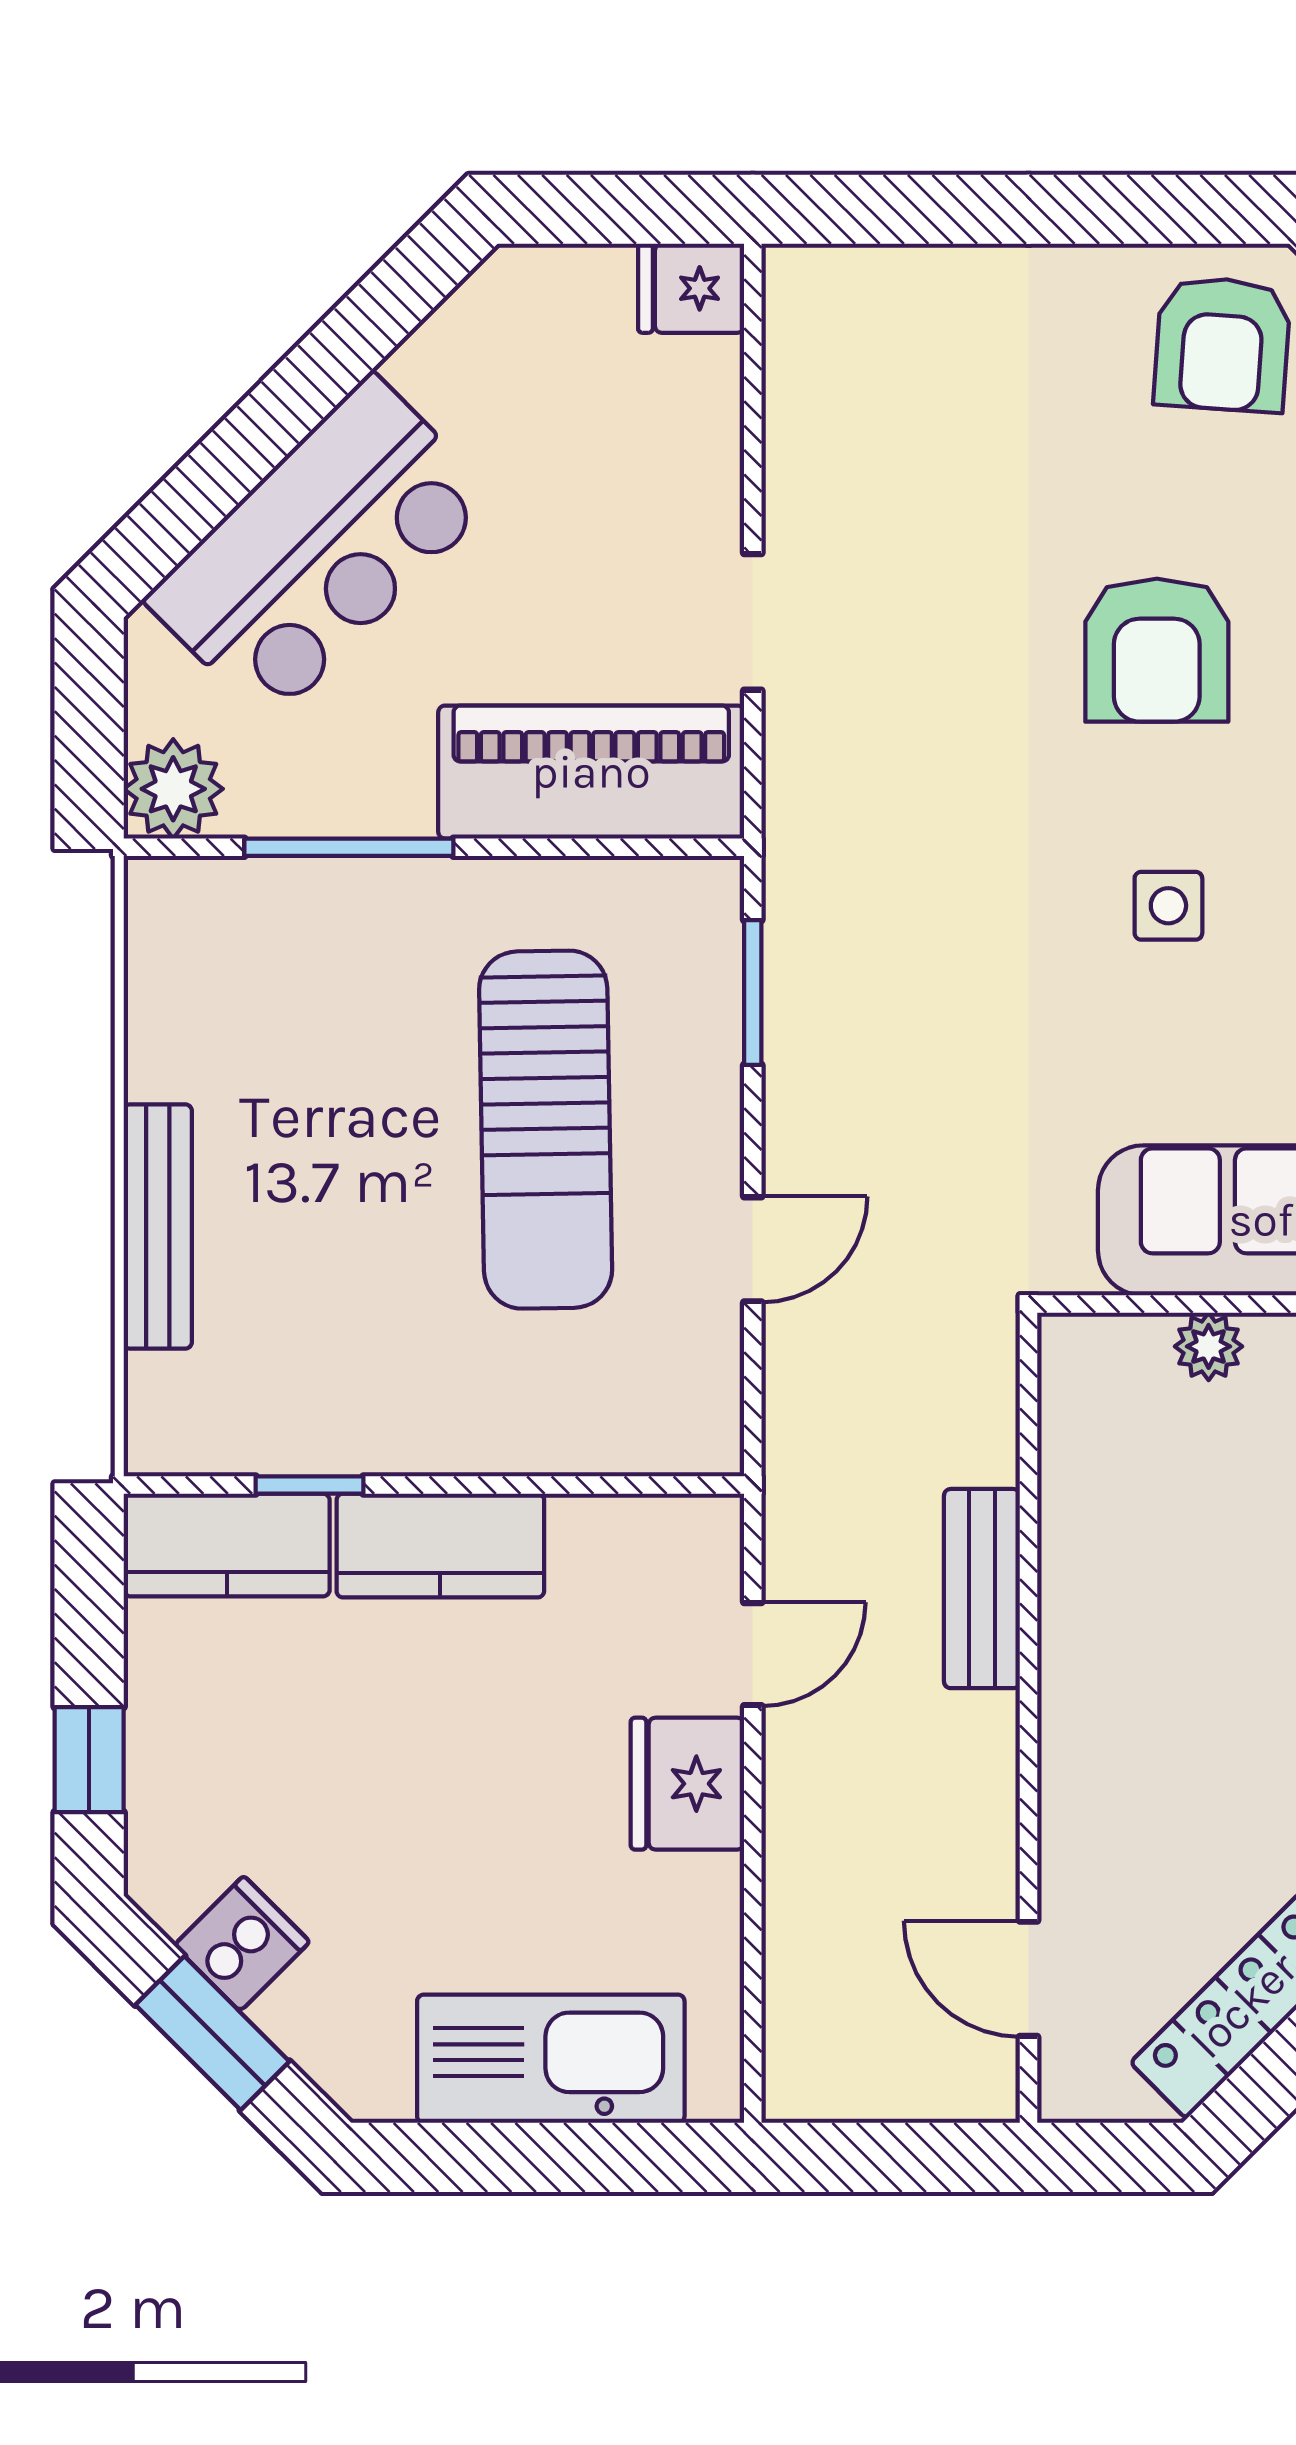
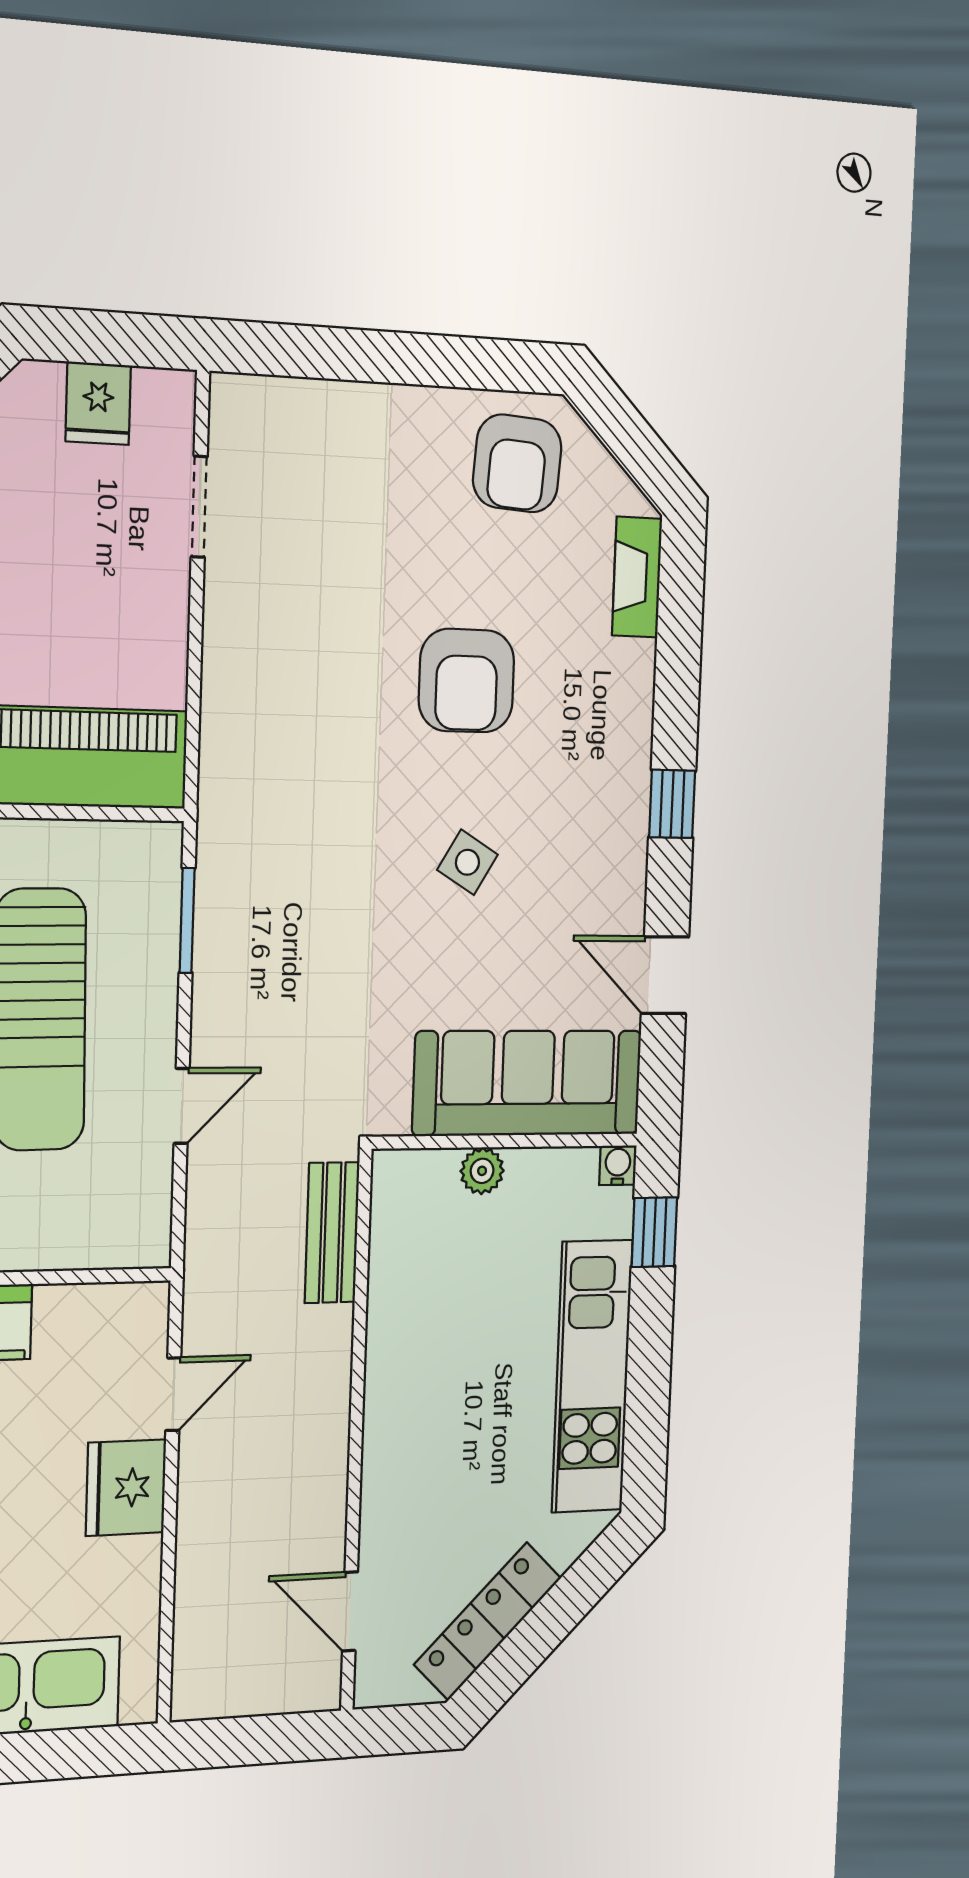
fridge: (691, 288) -> (98, 403), moved, turned -90
doorway: (753, 622) -> (199, 507), moved
side table: (1168, 906) -> (467, 862), turned 31
bench: (982, 1589) -> (332, 1233), moved

